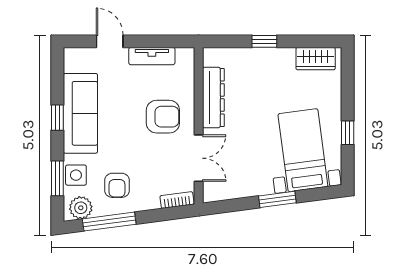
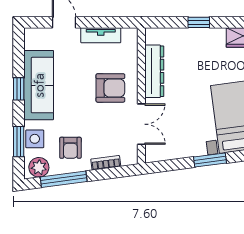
bookcase: (177, 200) -> (106, 163), moved

